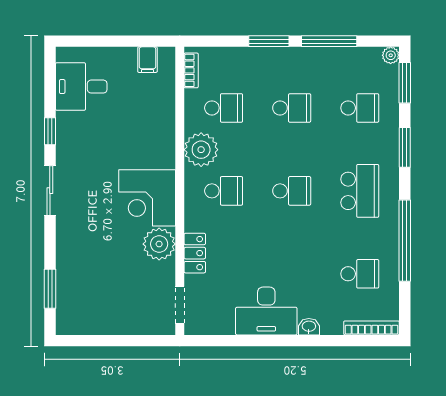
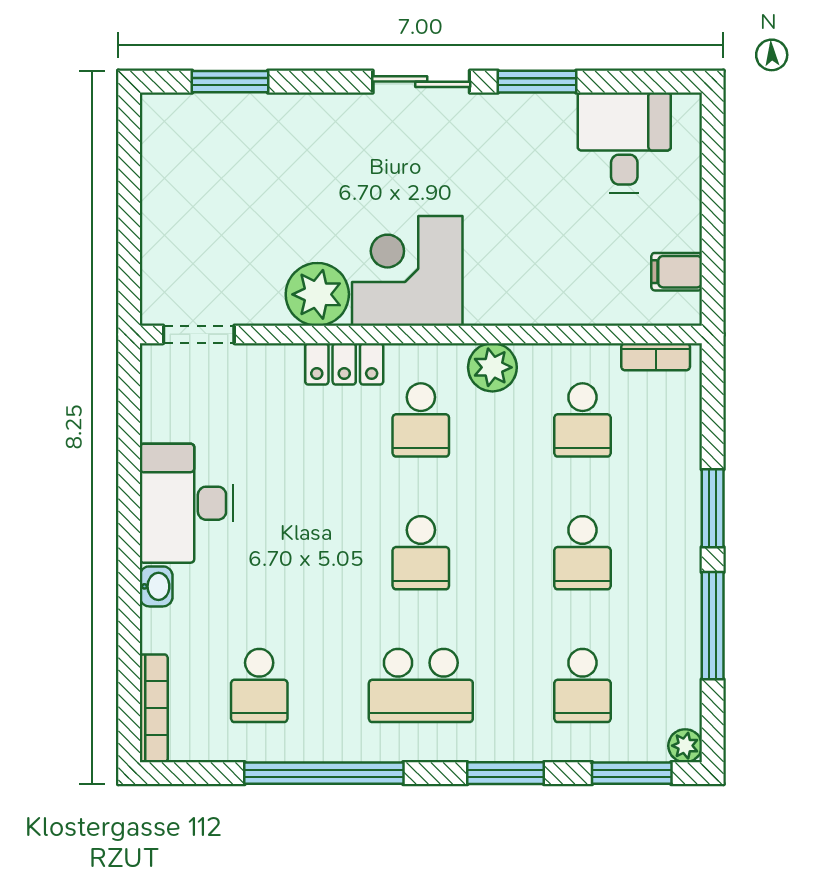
window: (50, 131) -> (537, 82), width x1.50
plant: (201, 150) -> (492, 367), width x0.73, depth x0.73
locker: (195, 253) -> (344, 364), moved

